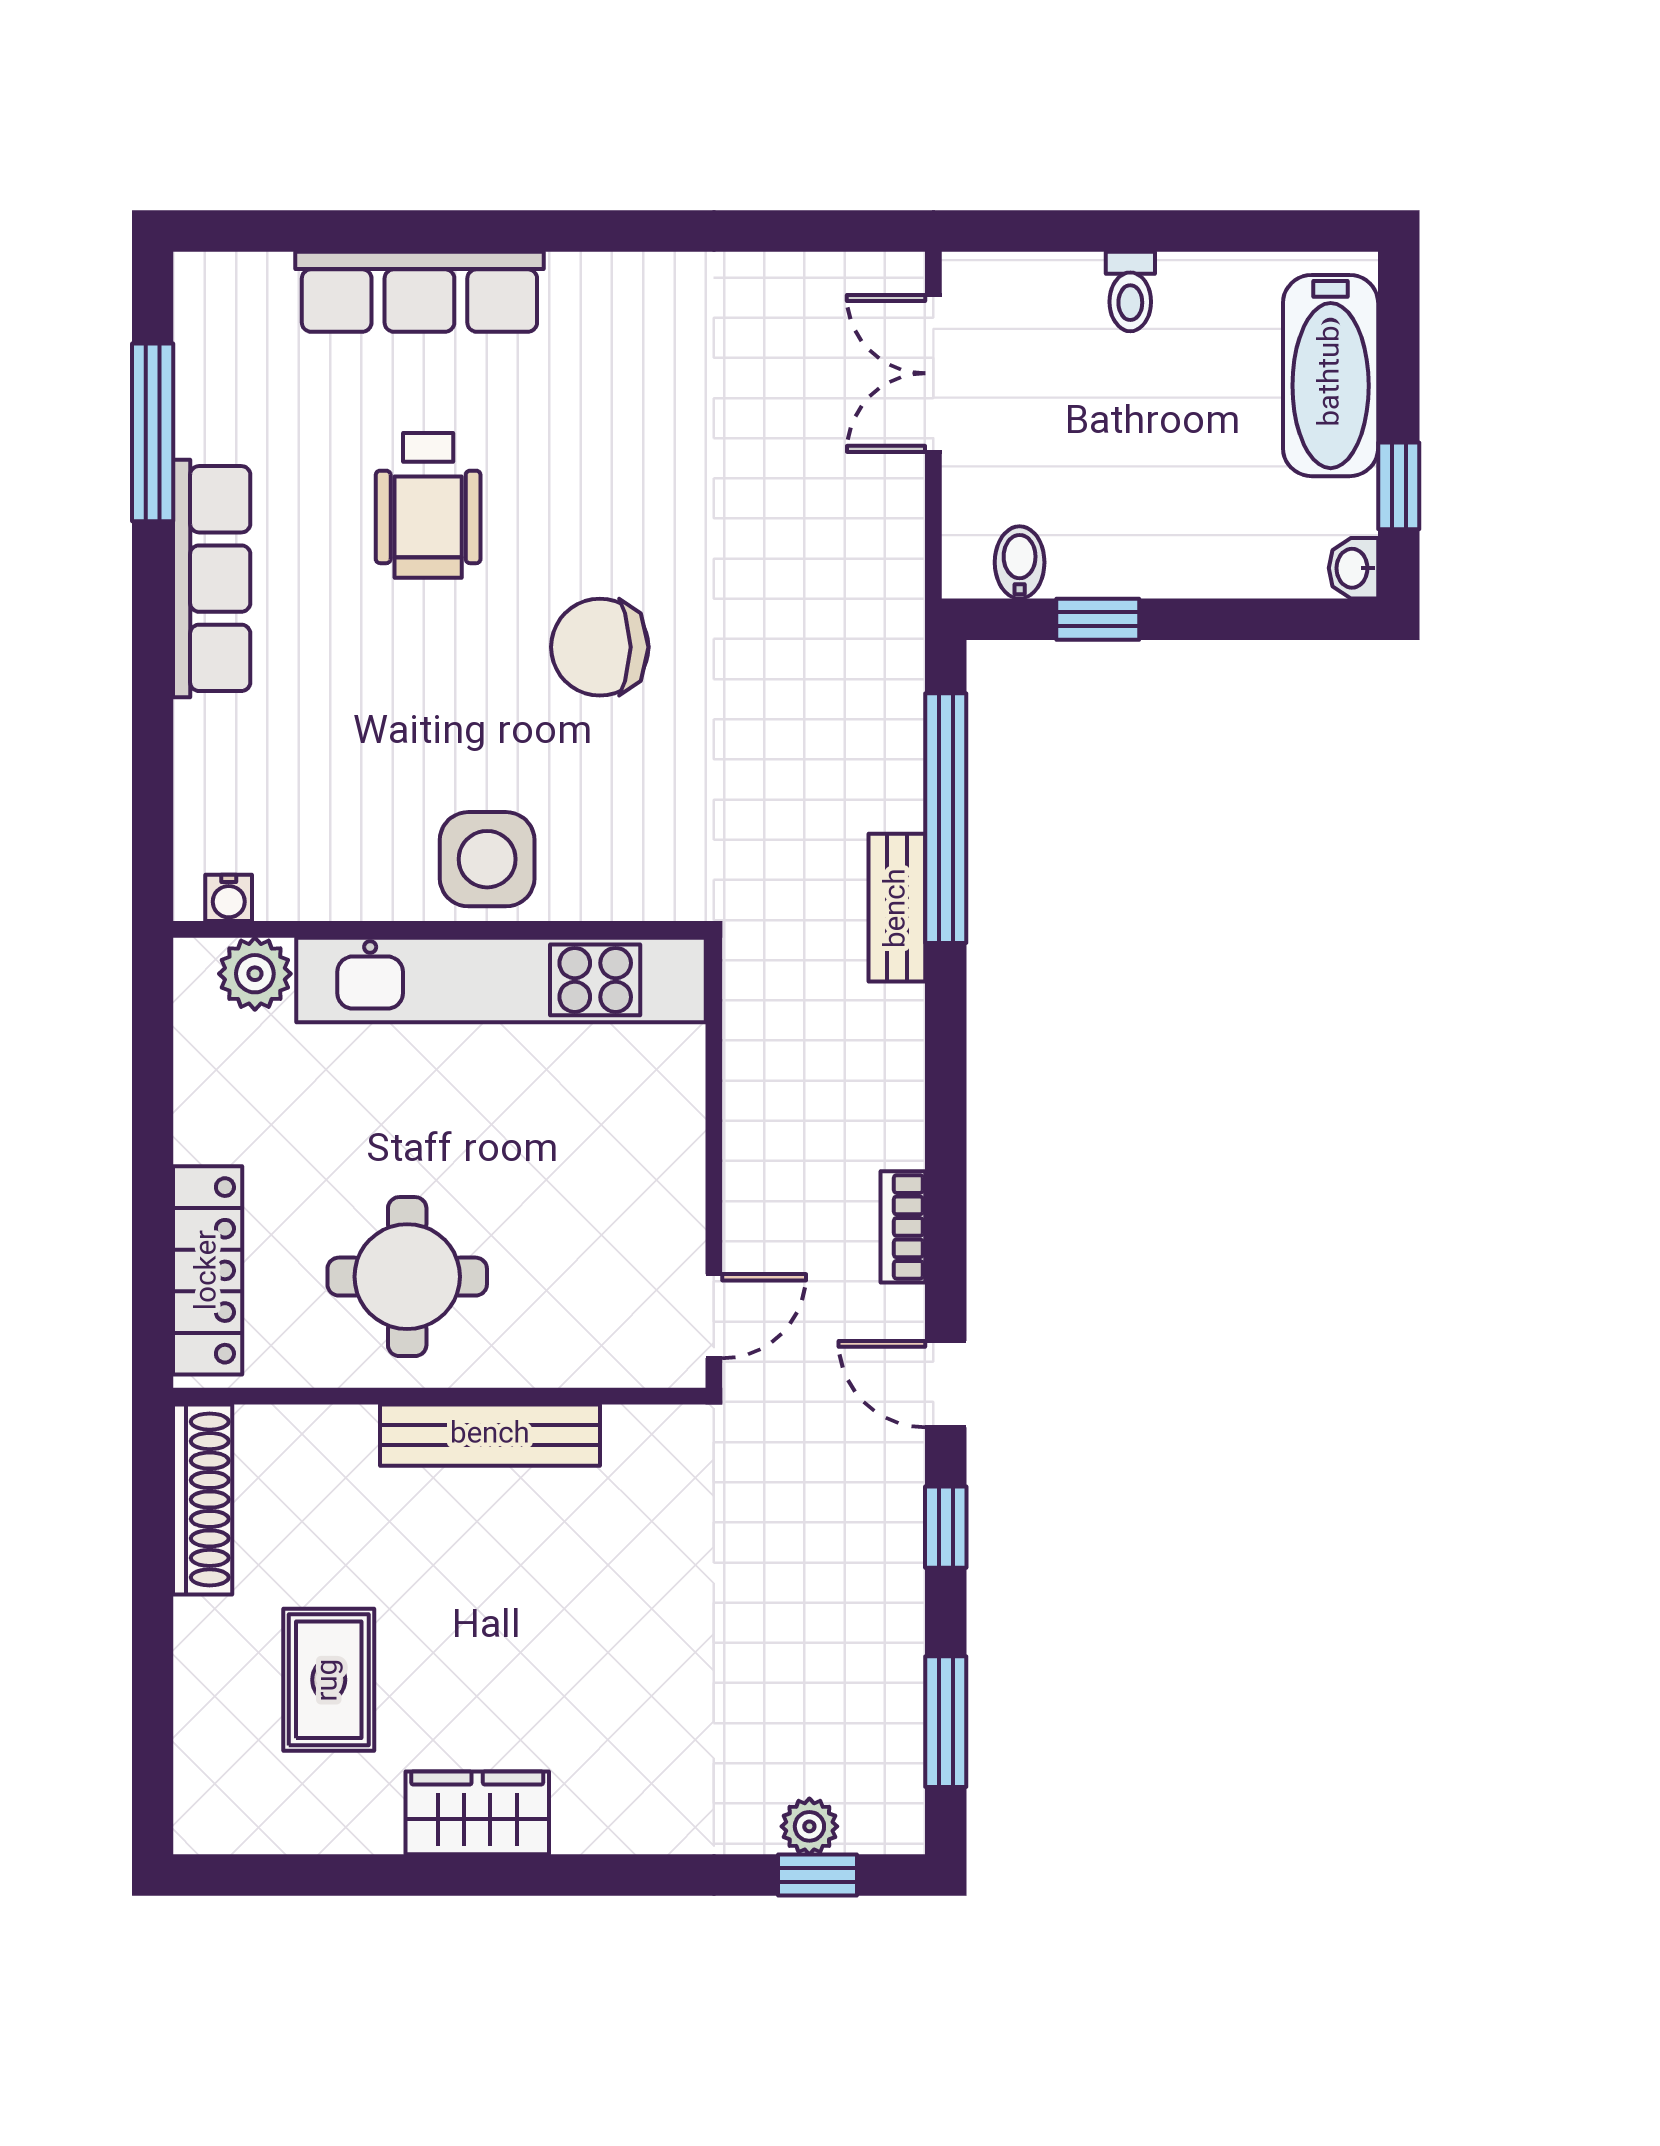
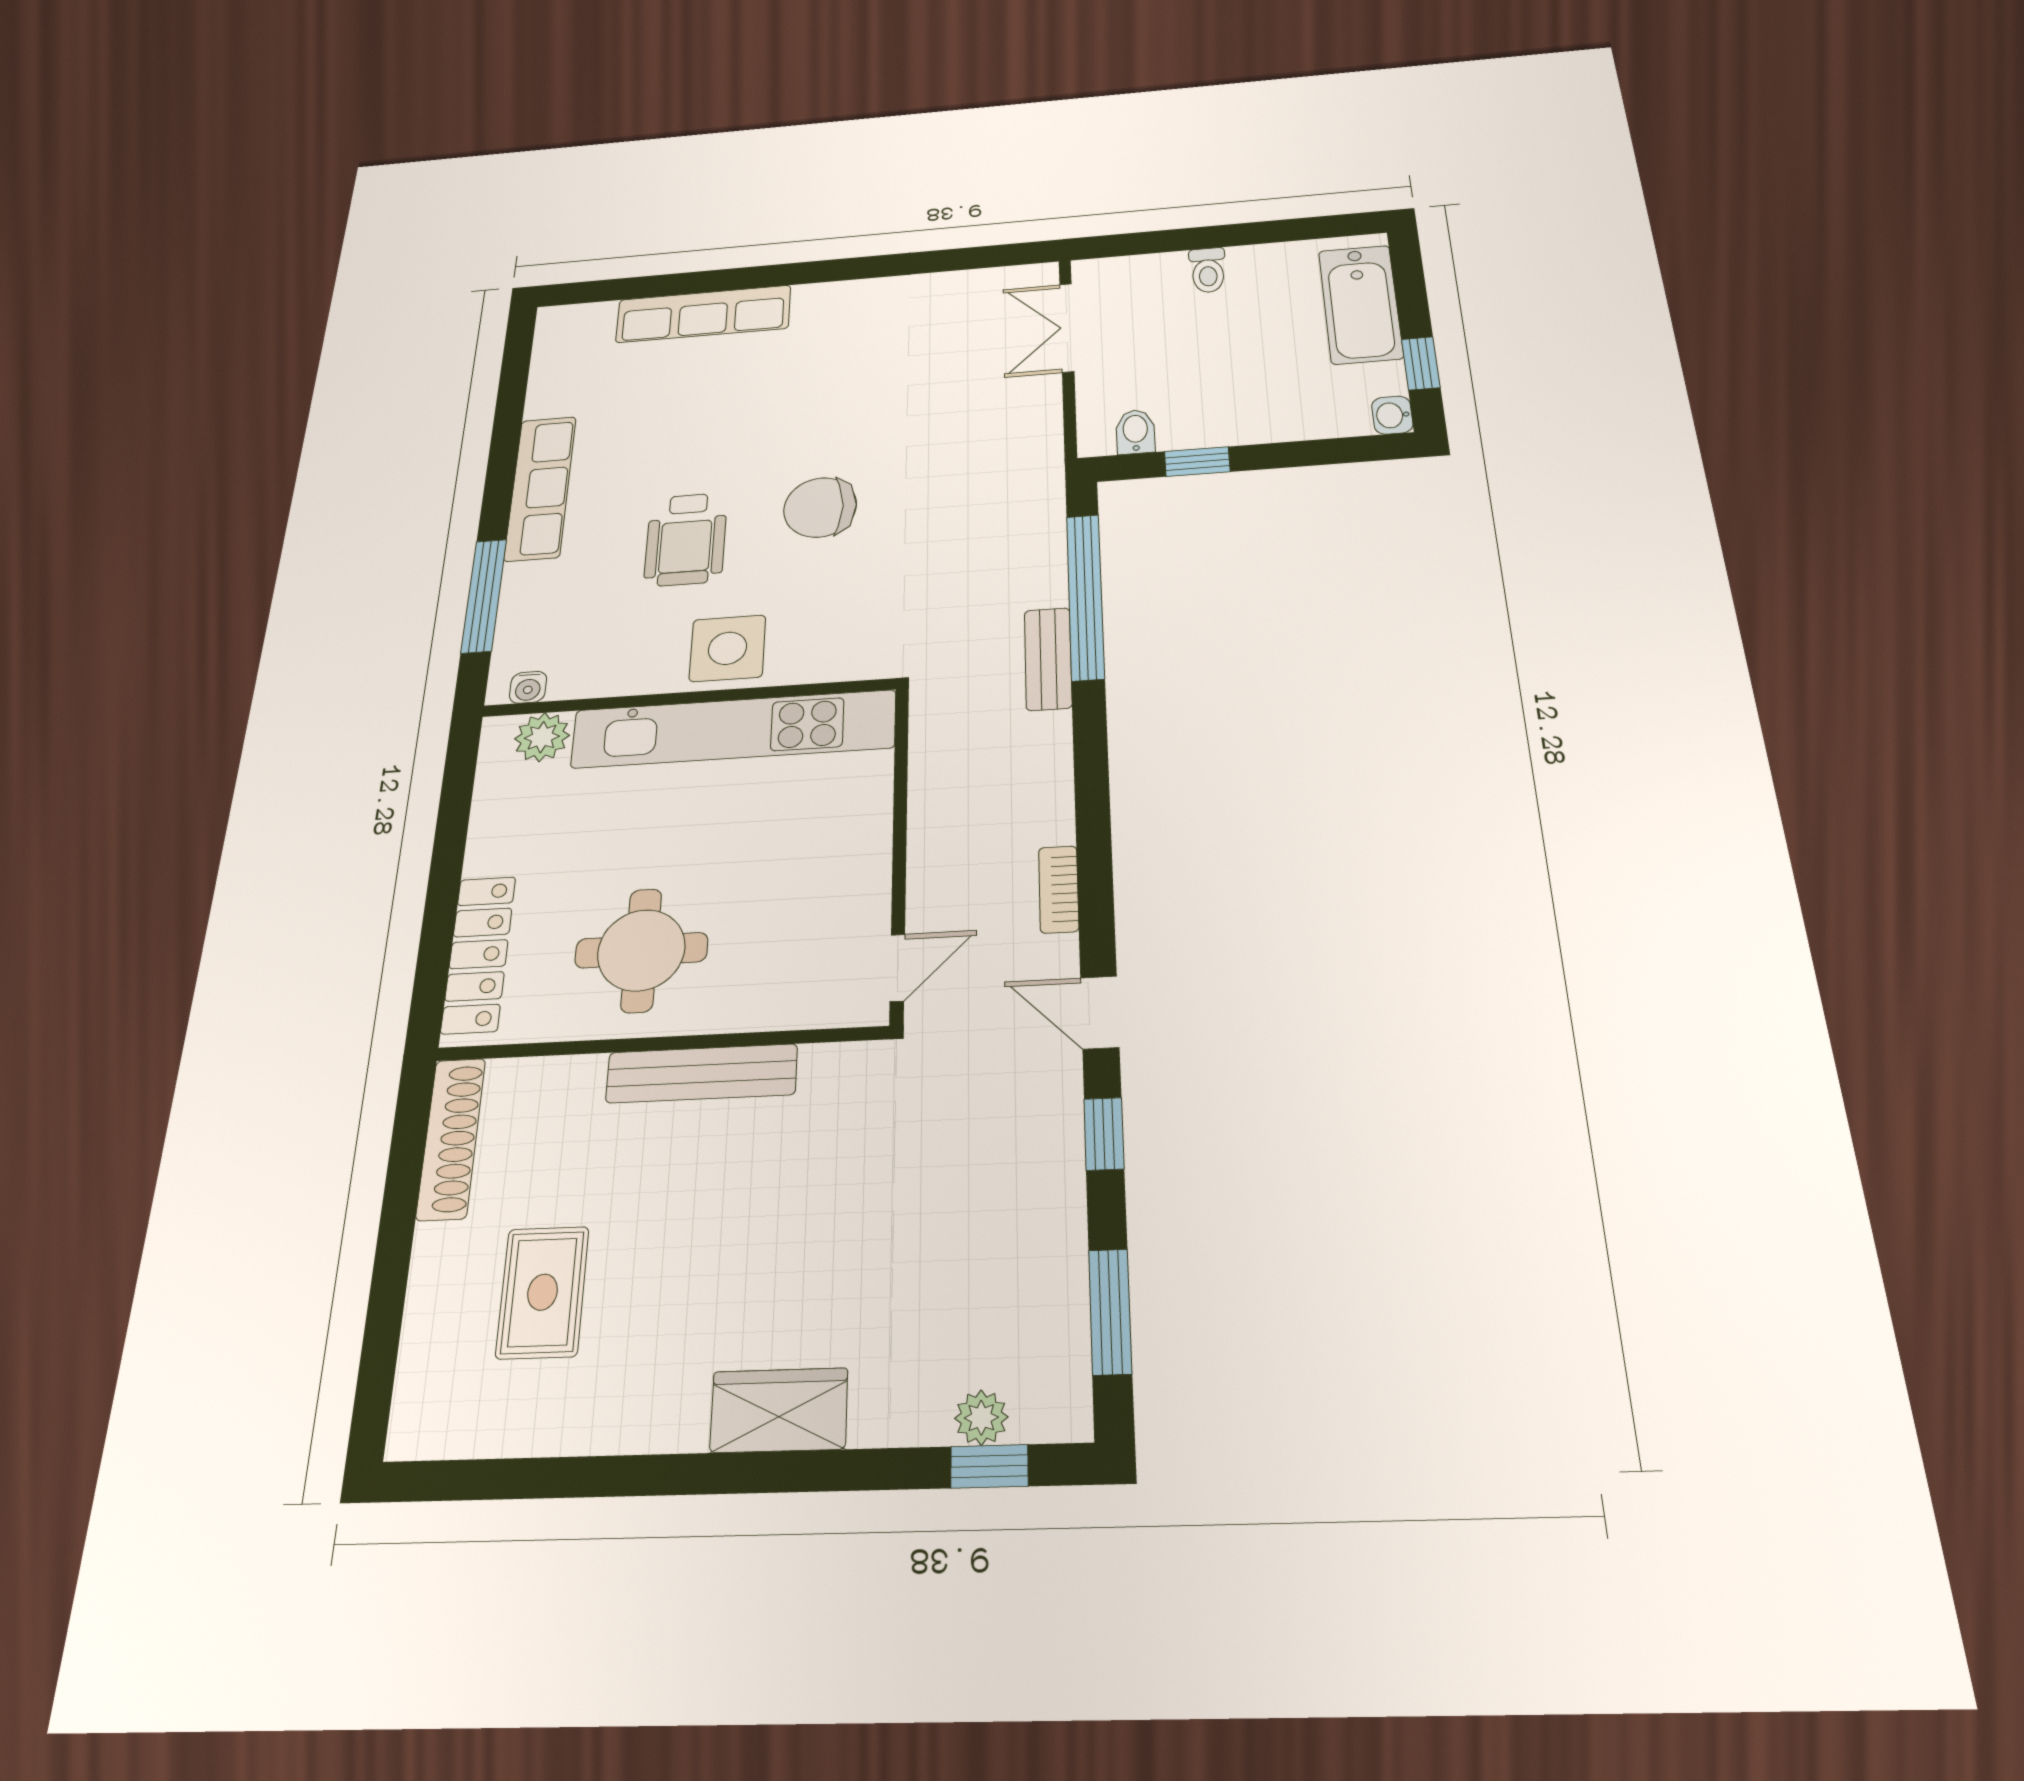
window: (153, 432) -> (484, 596), moved
wheelchair: (428, 505) -> (686, 539), moved
wardrobe: (477, 1813) -> (779, 1410), moved

